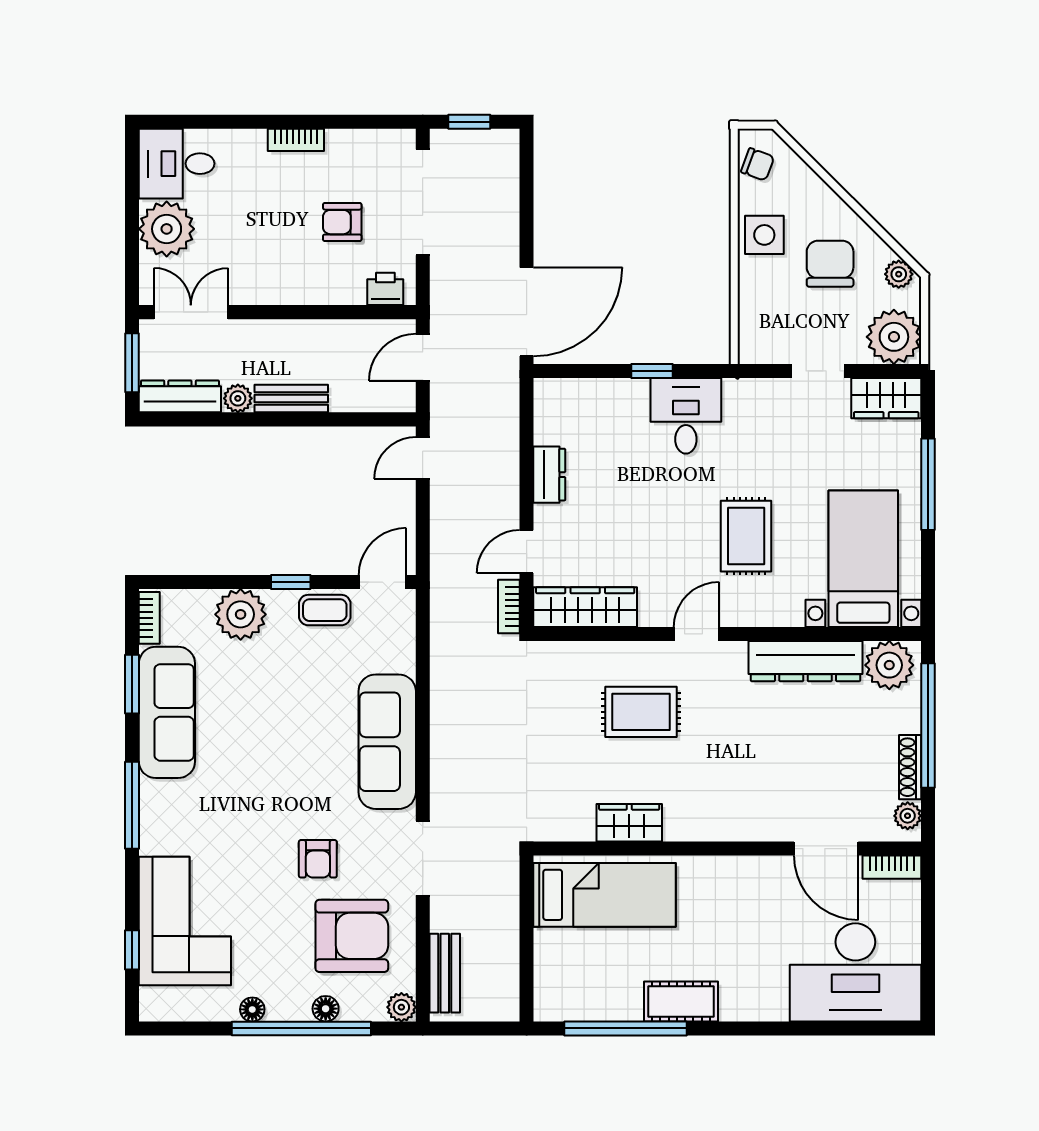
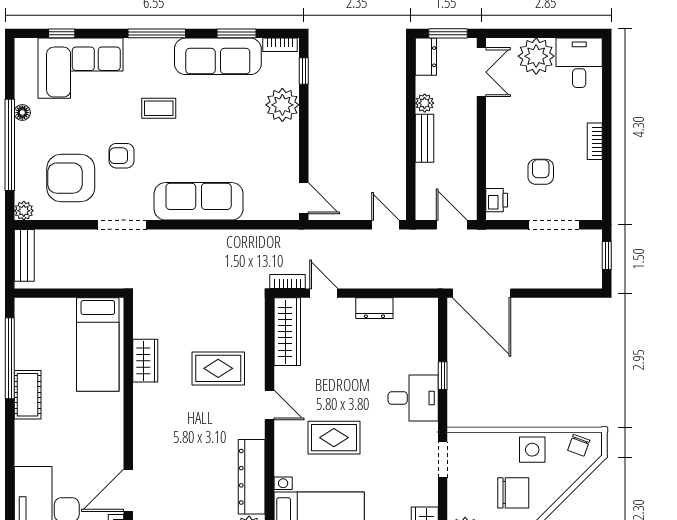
doorway: (423, 202) -> (554, 225), width x0.73
doorway: (818, 371) -> (443, 460), moved
dresser: (180, 396) -> (426, 57), width x0.70
window: (291, 582) -> (304, 71), moved
coffee table: (325, 610) -> (159, 108), moved, turned 90
rug: (641, 712) -> (218, 368), turned 90
armchair: (352, 936) -> (71, 178), turned 90
bench: (445, 973) -> (24, 255), moved, turned 90
floor lamp: (326, 1009) -> (23, 161), removed

